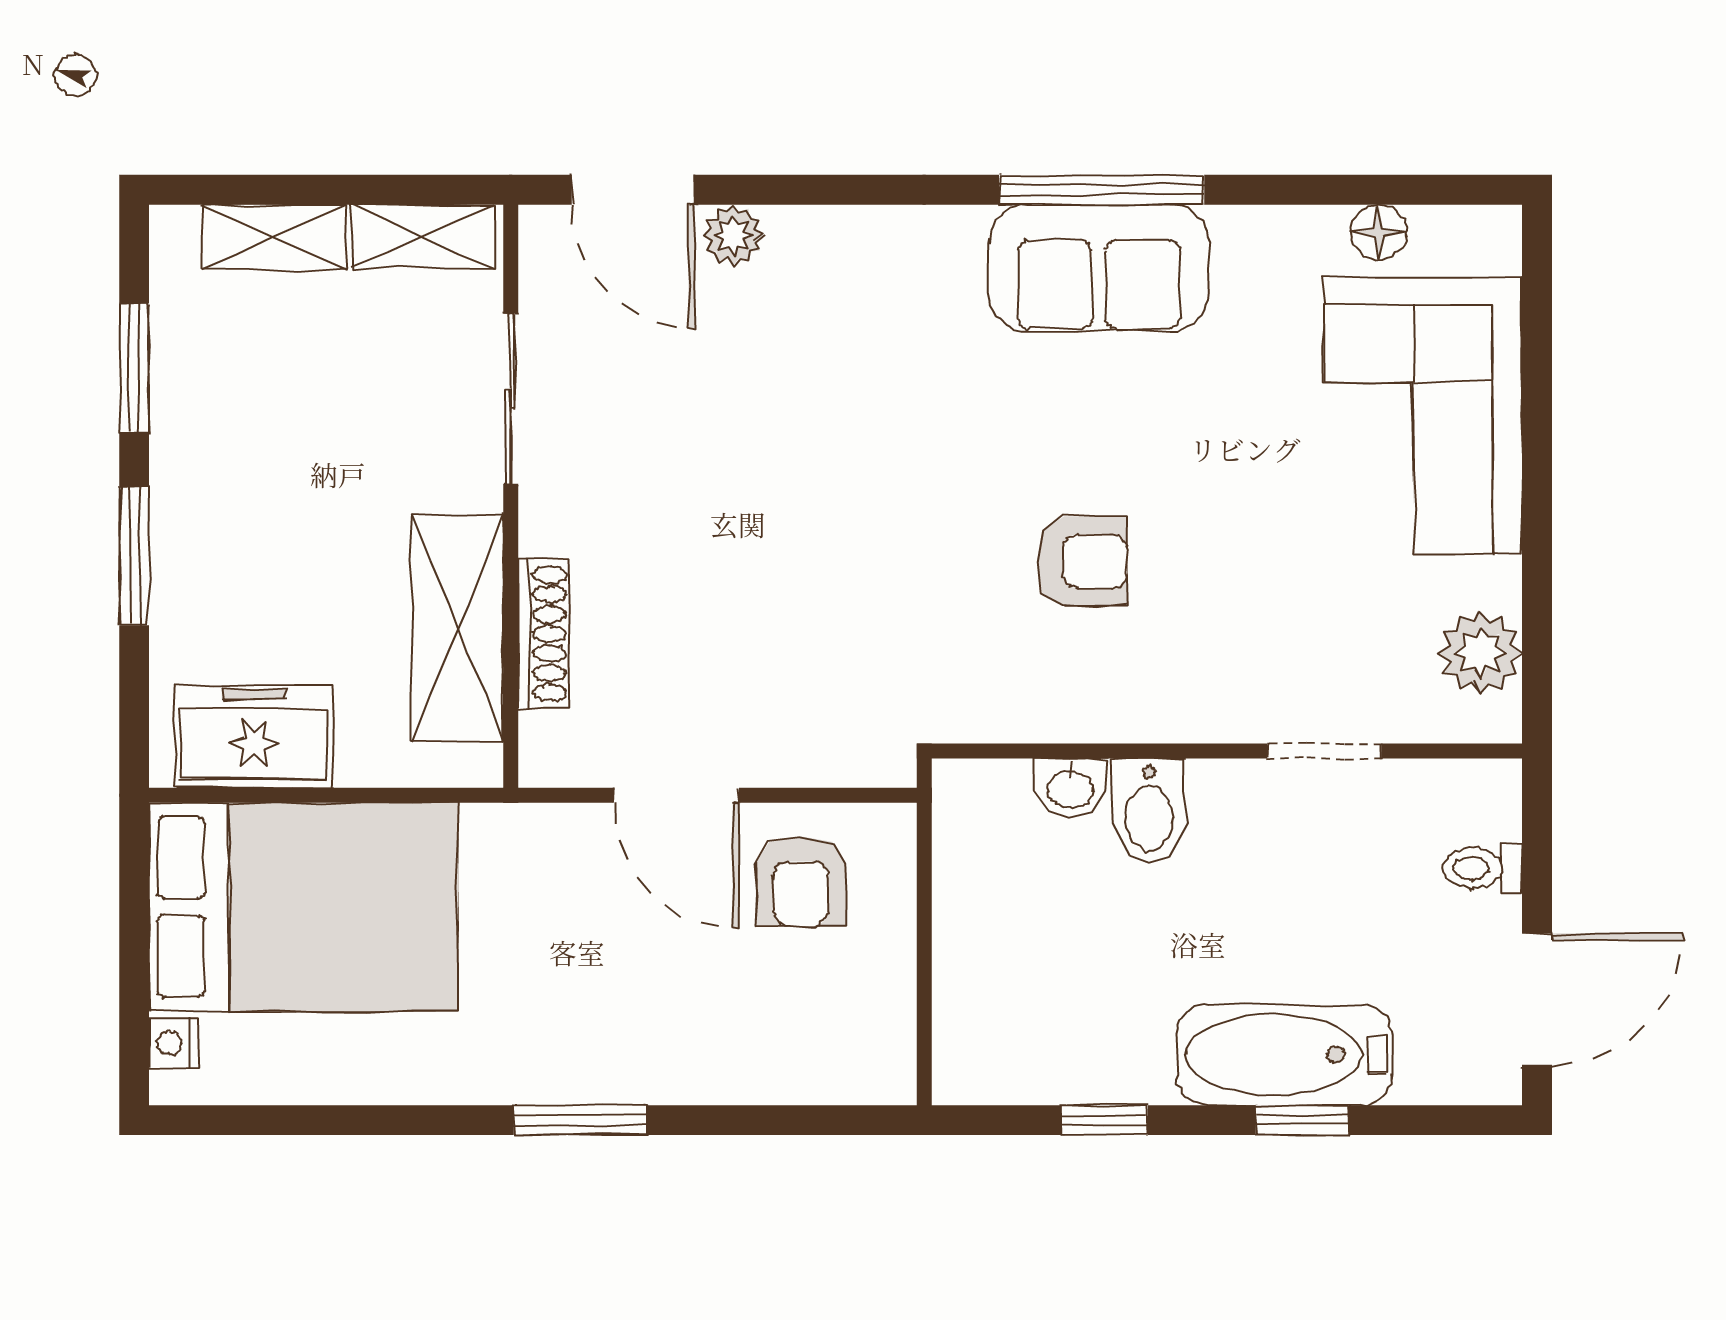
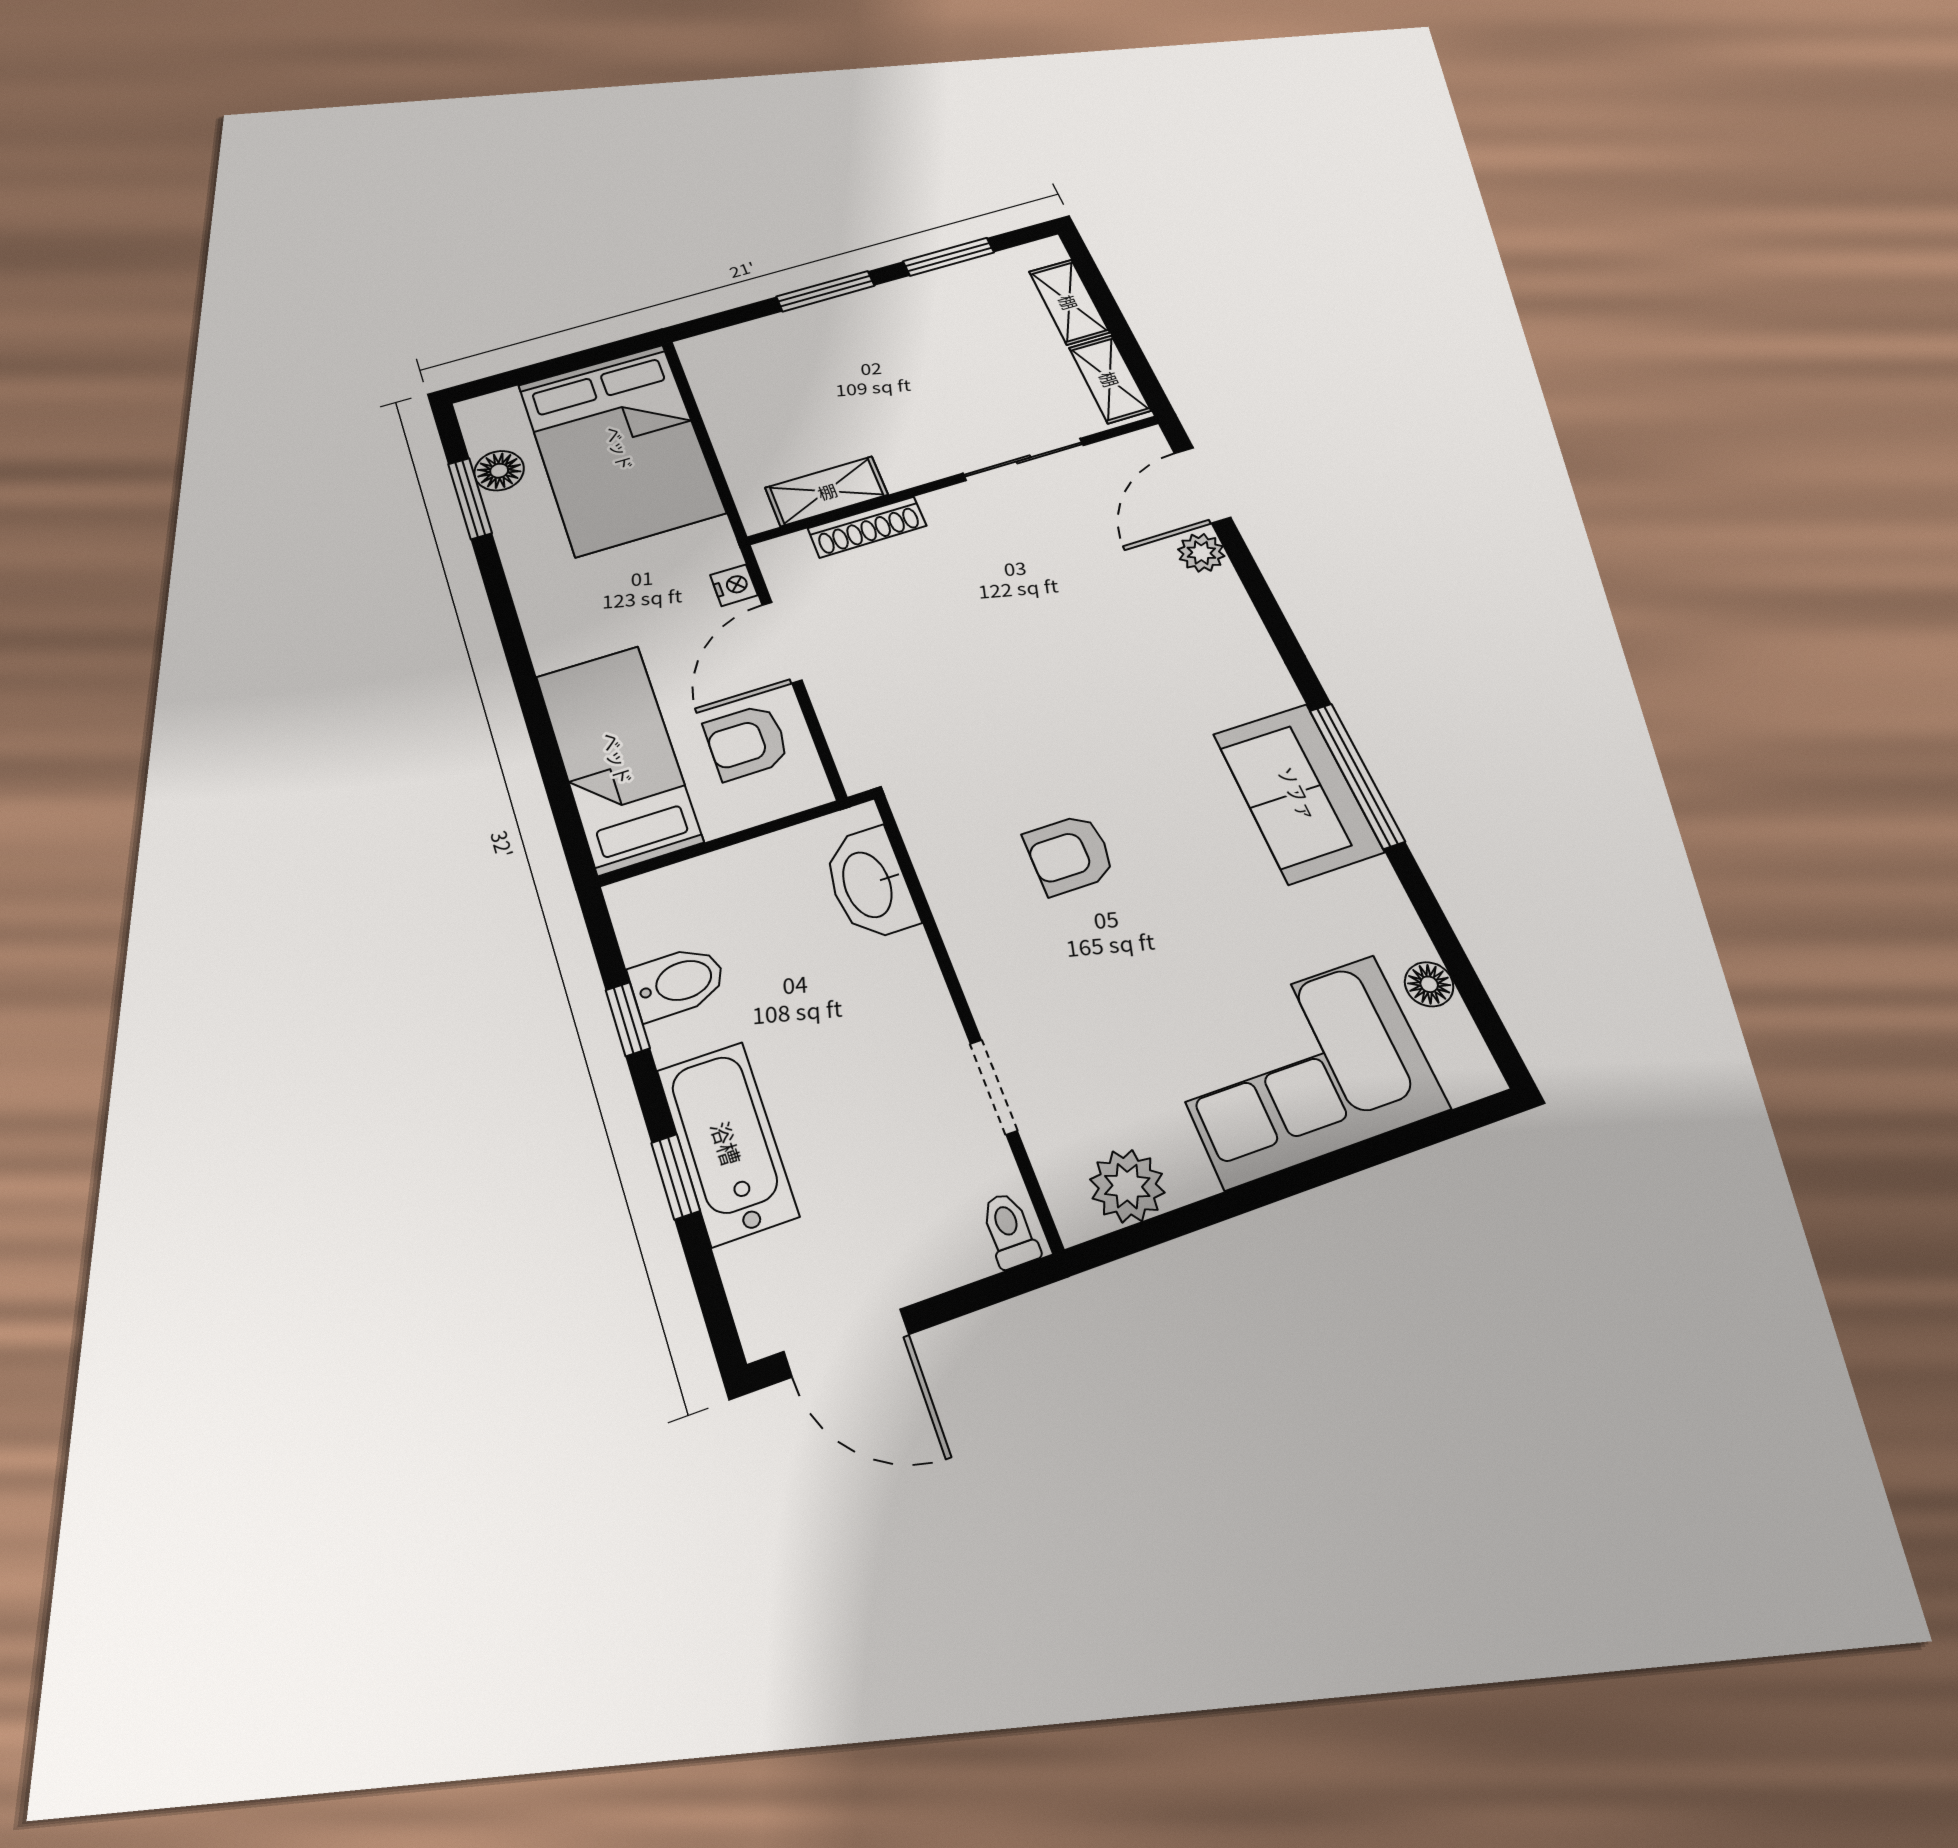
armchair: (1082, 561) -> (1069, 854), turned 90
shelving: (458, 628) -> (827, 491), width x0.67, depth x0.75
freezer: (254, 737) -> (729, 387), removed
washbasin: (1070, 788) -> (869, 884), width x1.91, depth x1.45
bidet: (1149, 811) -> (678, 982), moved, turned 180
toilet: (1483, 868) -> (1009, 1230), moved
bed: (768, 1038) -> (618, 758), added
nightstand: (173, 1043) -> (734, 585), moved, turned 90
floor lamp: (283, 1072) -> (499, 471), added
window: (580, 1120) -> (470, 498), moved

